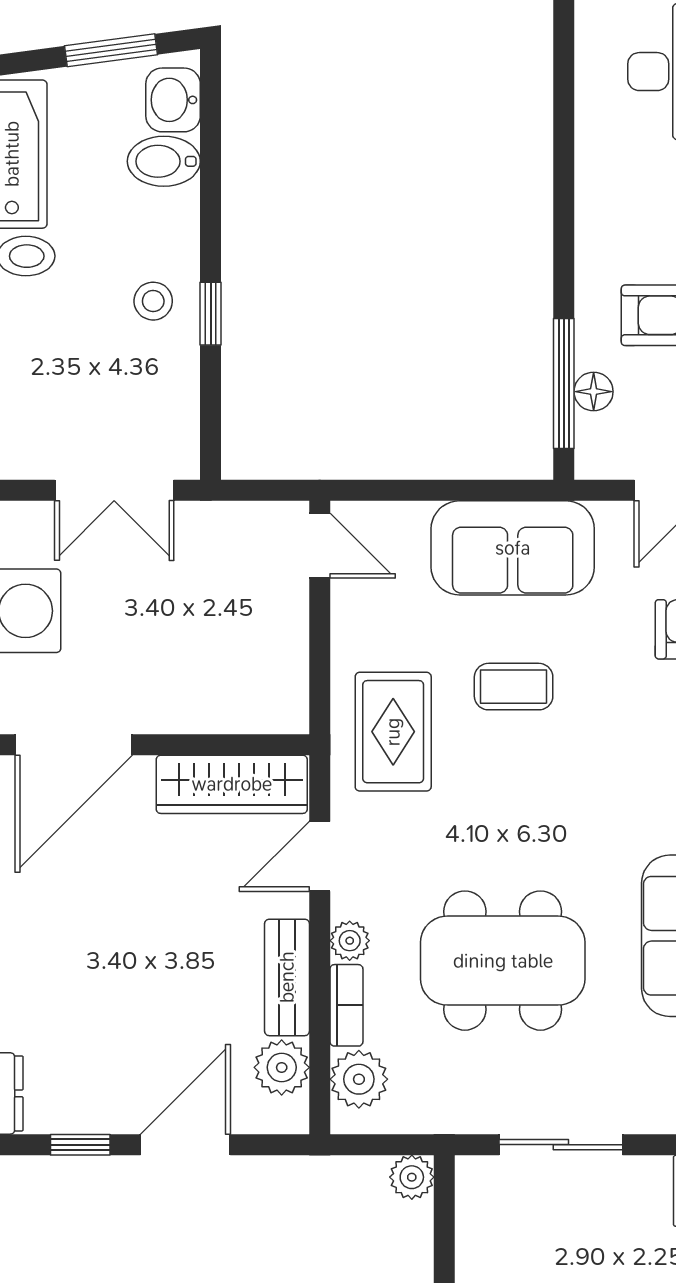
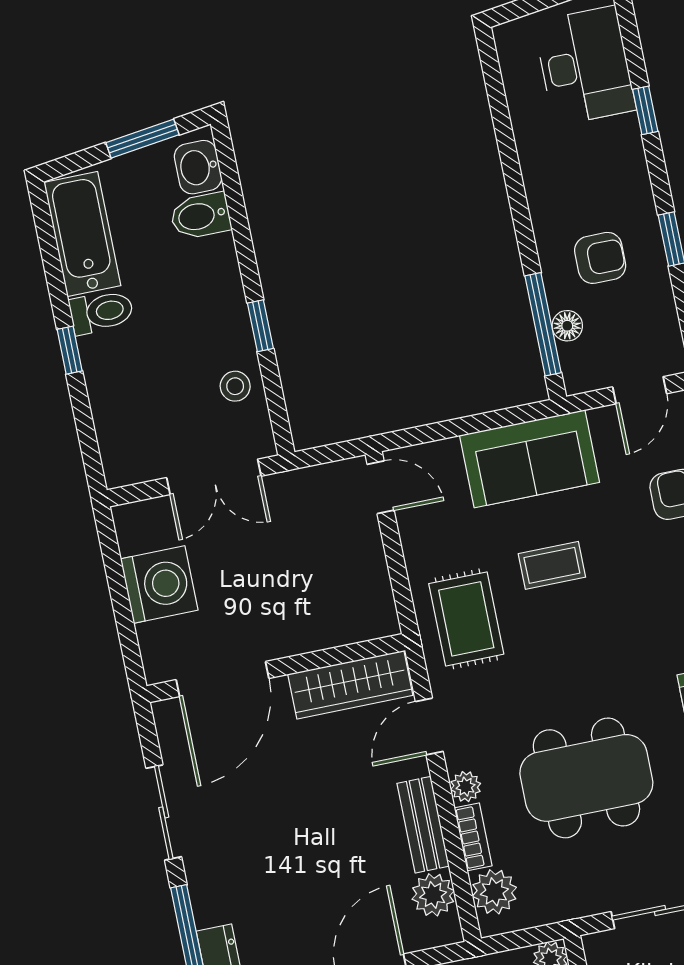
stool: (153, 301) -> (235, 386), moved

